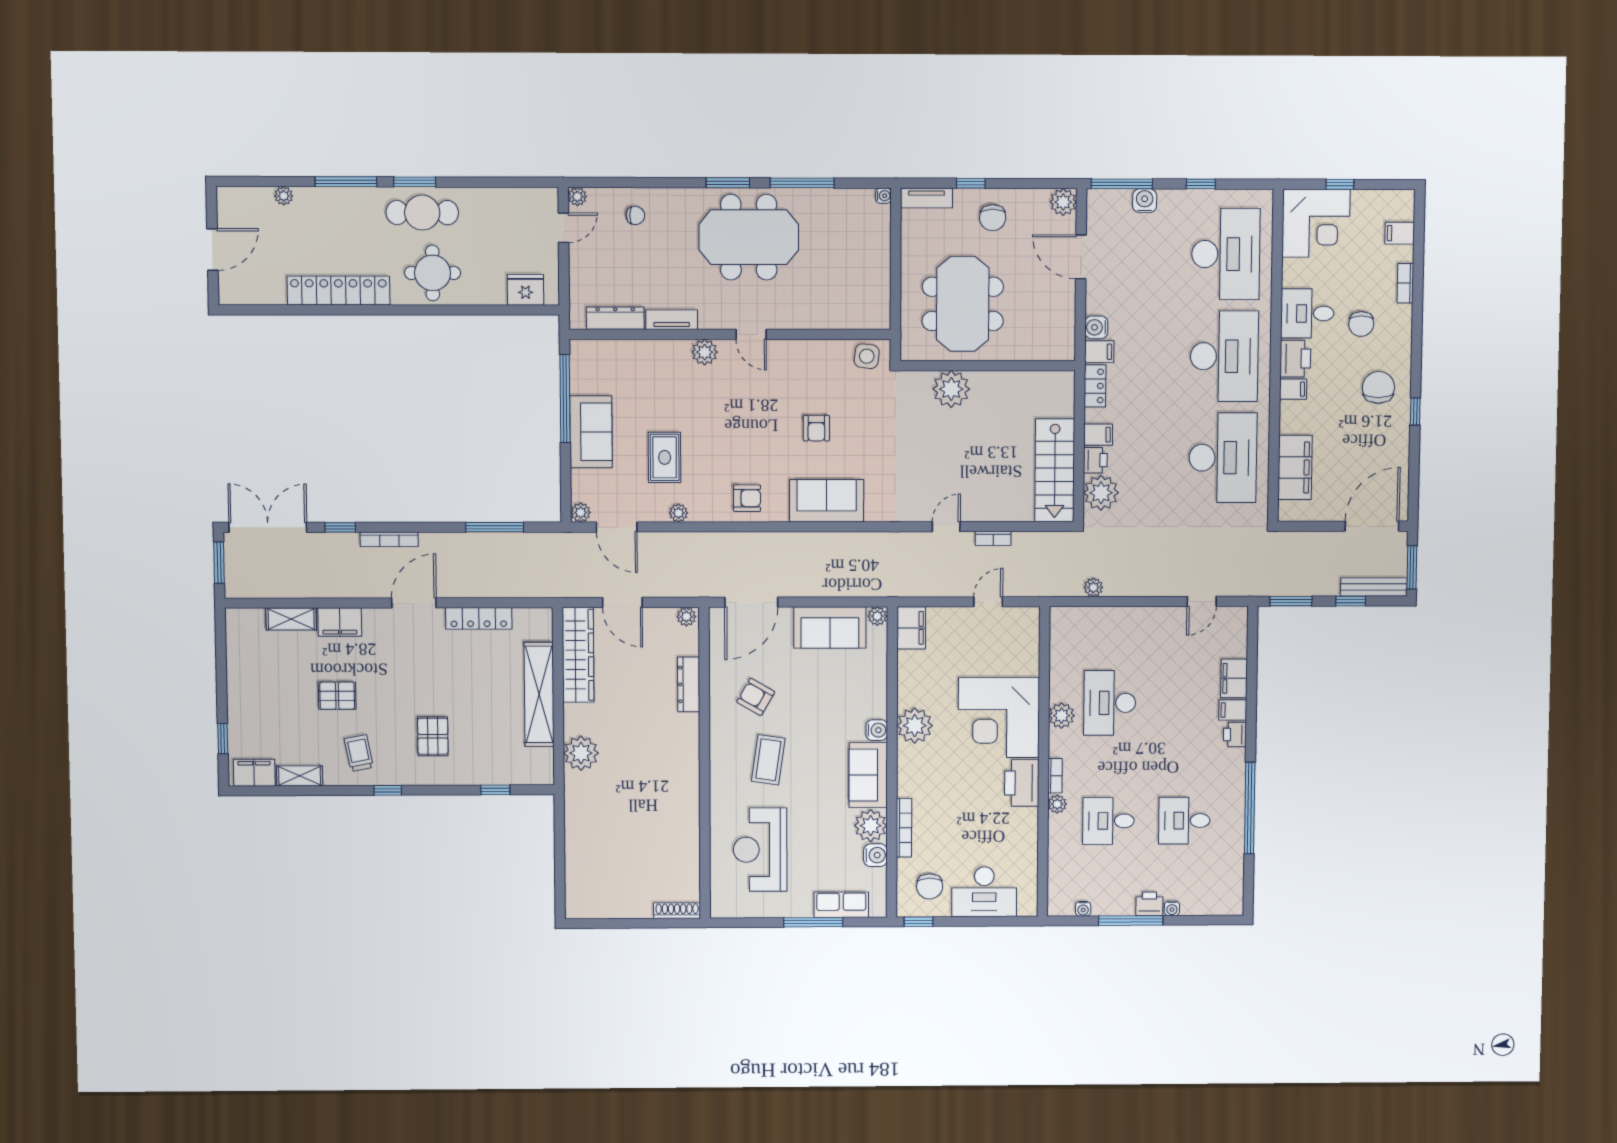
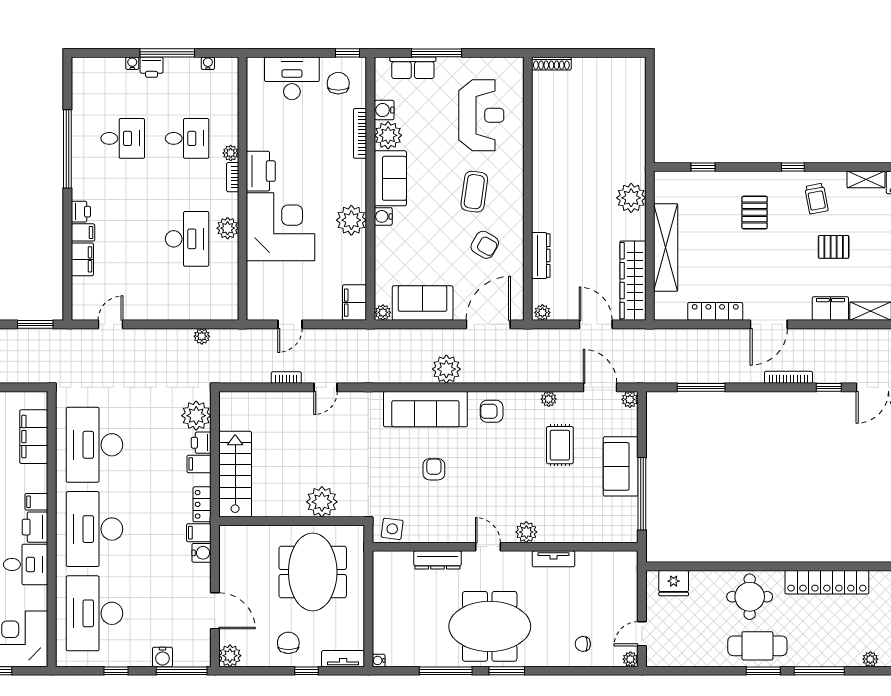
dresser: (615, 318) -> (437, 560), moved
stairs: (1055, 470) -> (235, 474), moved
sofa: (827, 501) -> (425, 409), width x1.36
plant: (801, 549) -> (446, 369), added

